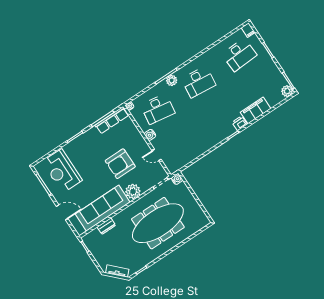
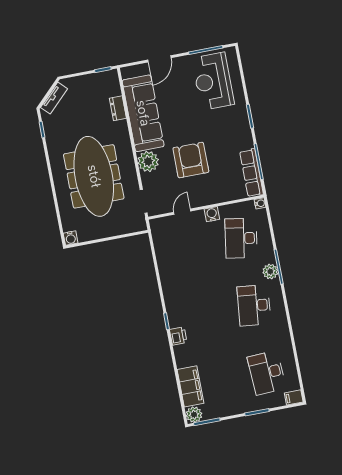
filing cabinet: (256, 110) -> (191, 386), moved
reception desk: (62, 171) -> (213, 81), turned -90
water cooler: (177, 179) -> (71, 238), moved

